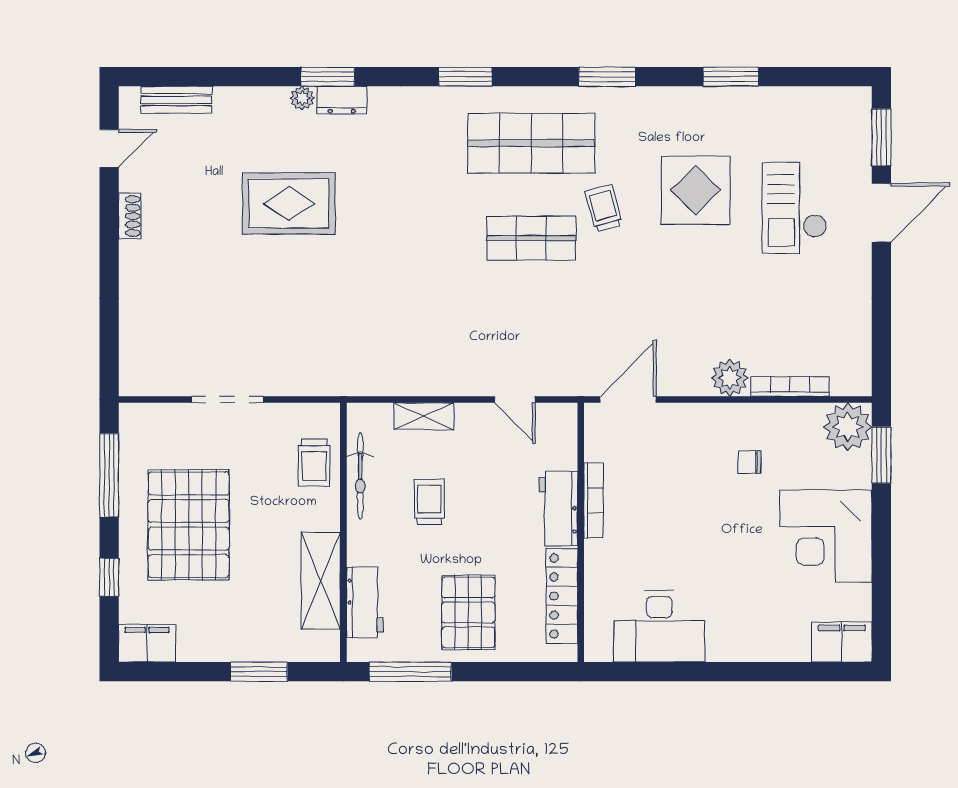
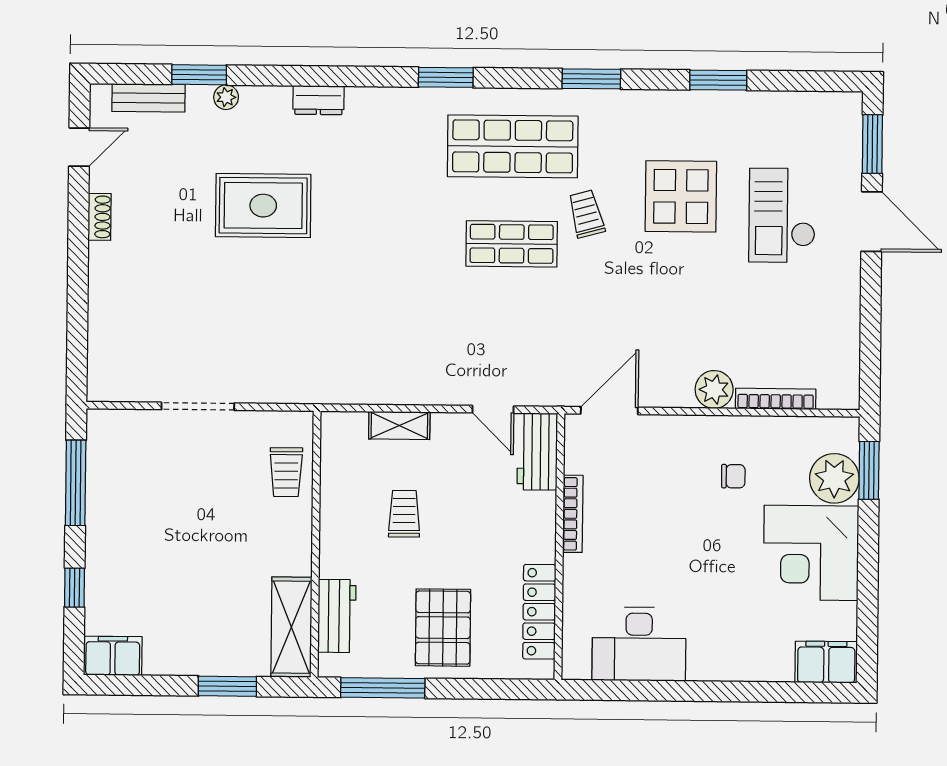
window: (328, 77) -> (199, 75), moved
plant: (302, 98) -> (226, 97), moved
door: (881, 213) -> (872, 222), hinge flipped
plant: (848, 427) -> (834, 478), moved
chair: (749, 462) -> (733, 476), turned 180
bicycle: (360, 476) -> (333, 486), removed
workbench: (558, 509) -> (537, 452), moved
pallet: (189, 525) -> (157, 535), removed
shelving: (321, 581) -> (291, 627), moved

